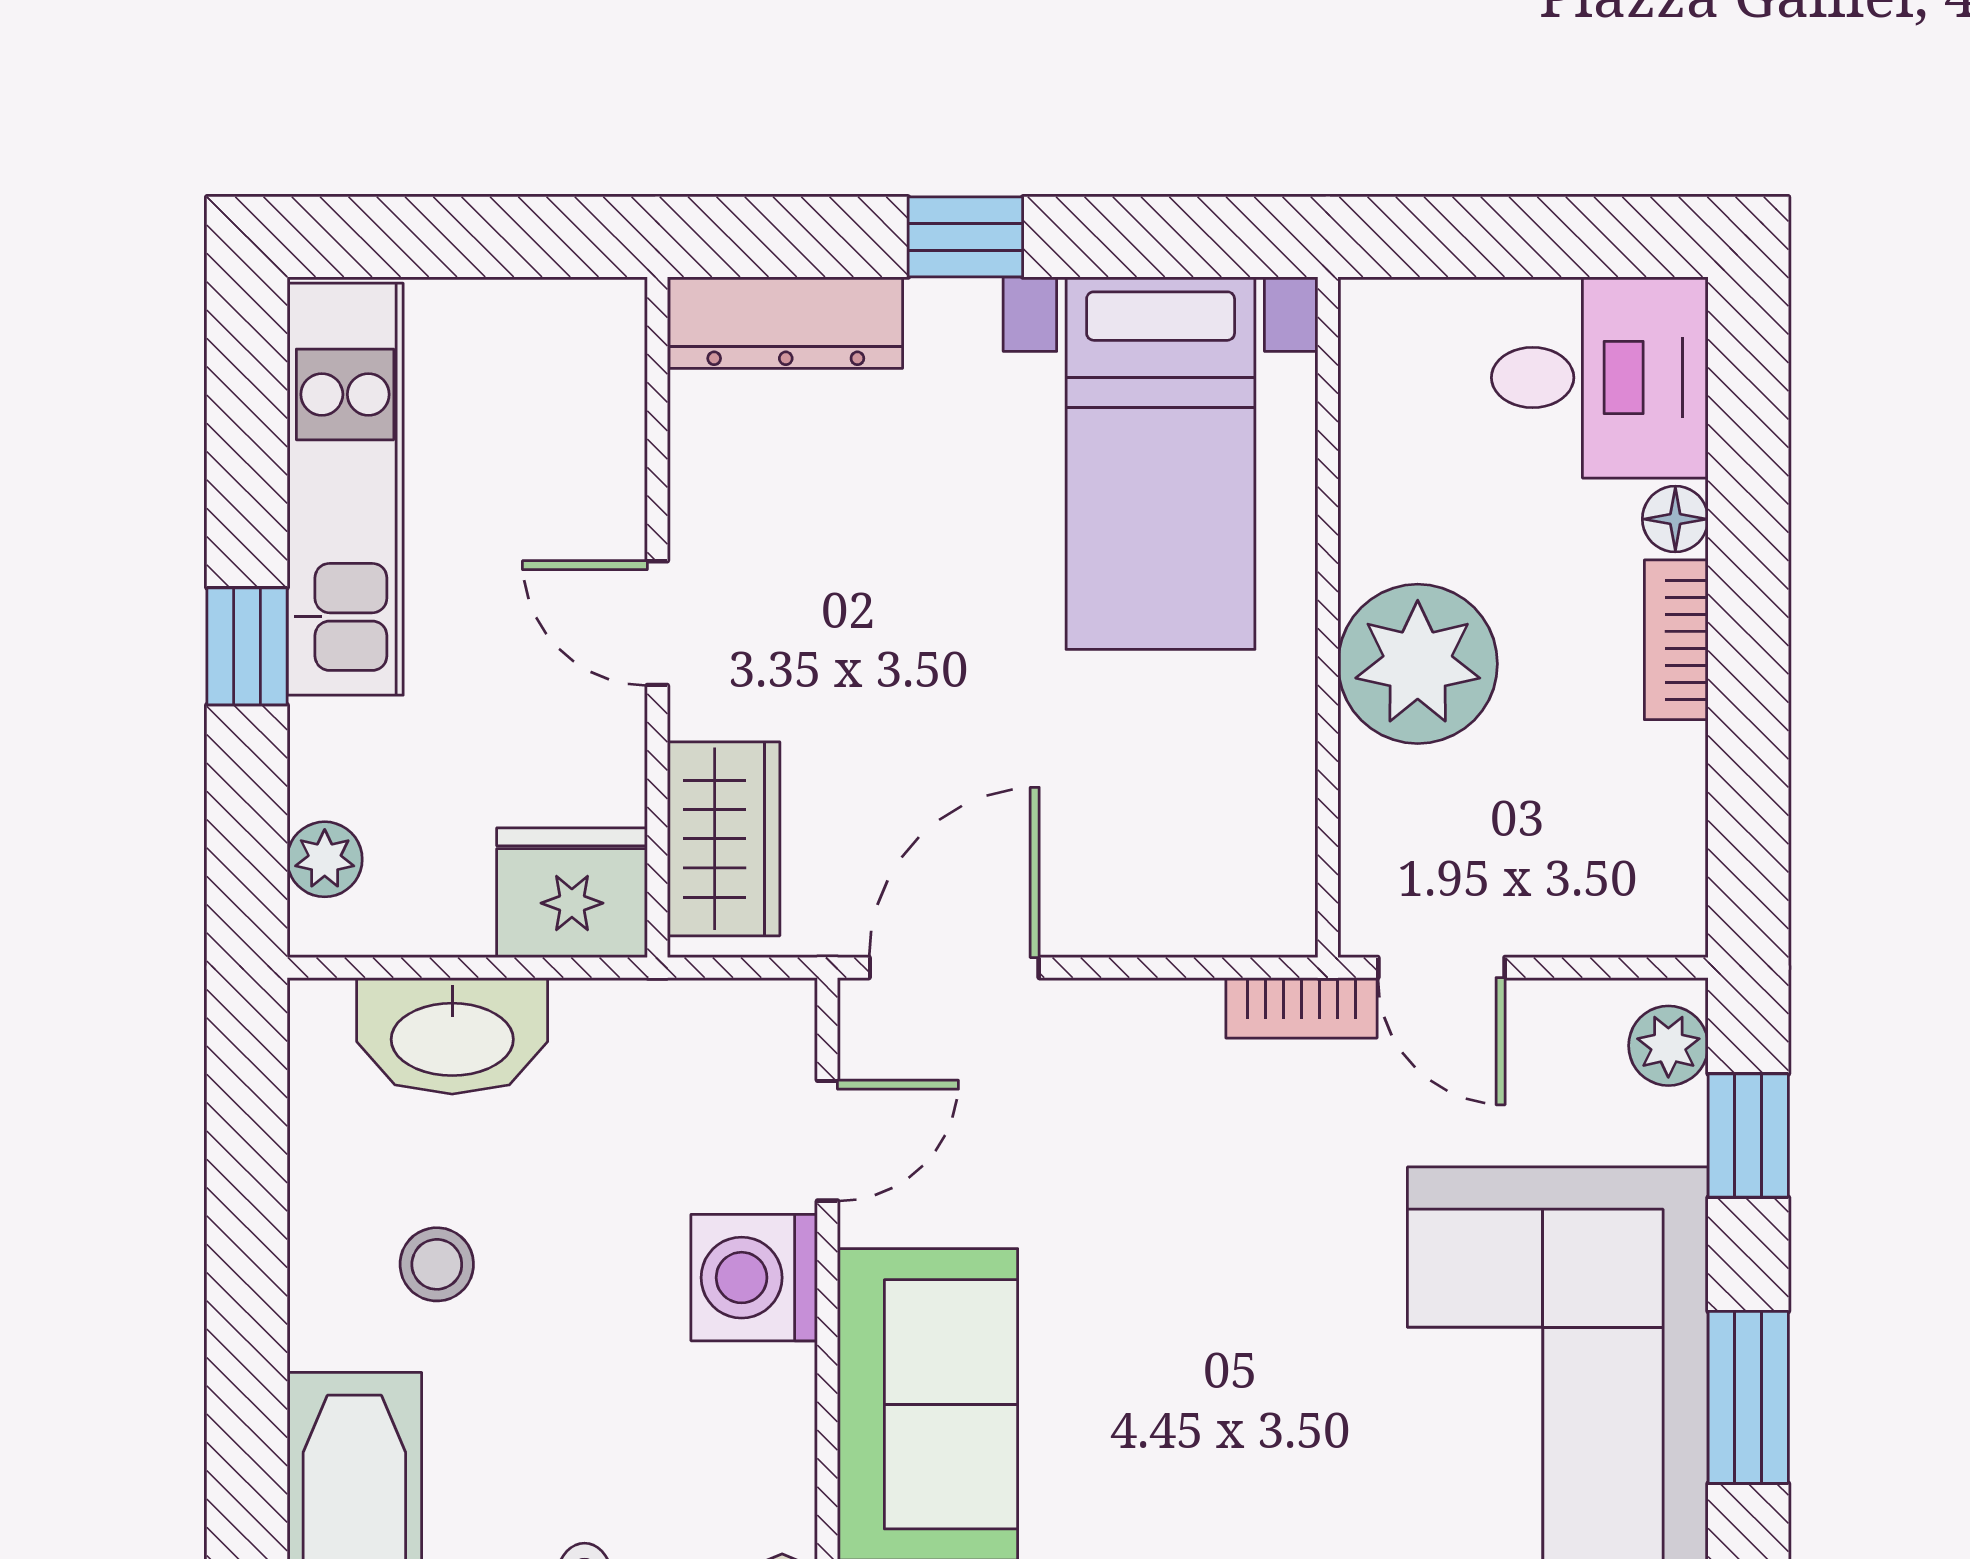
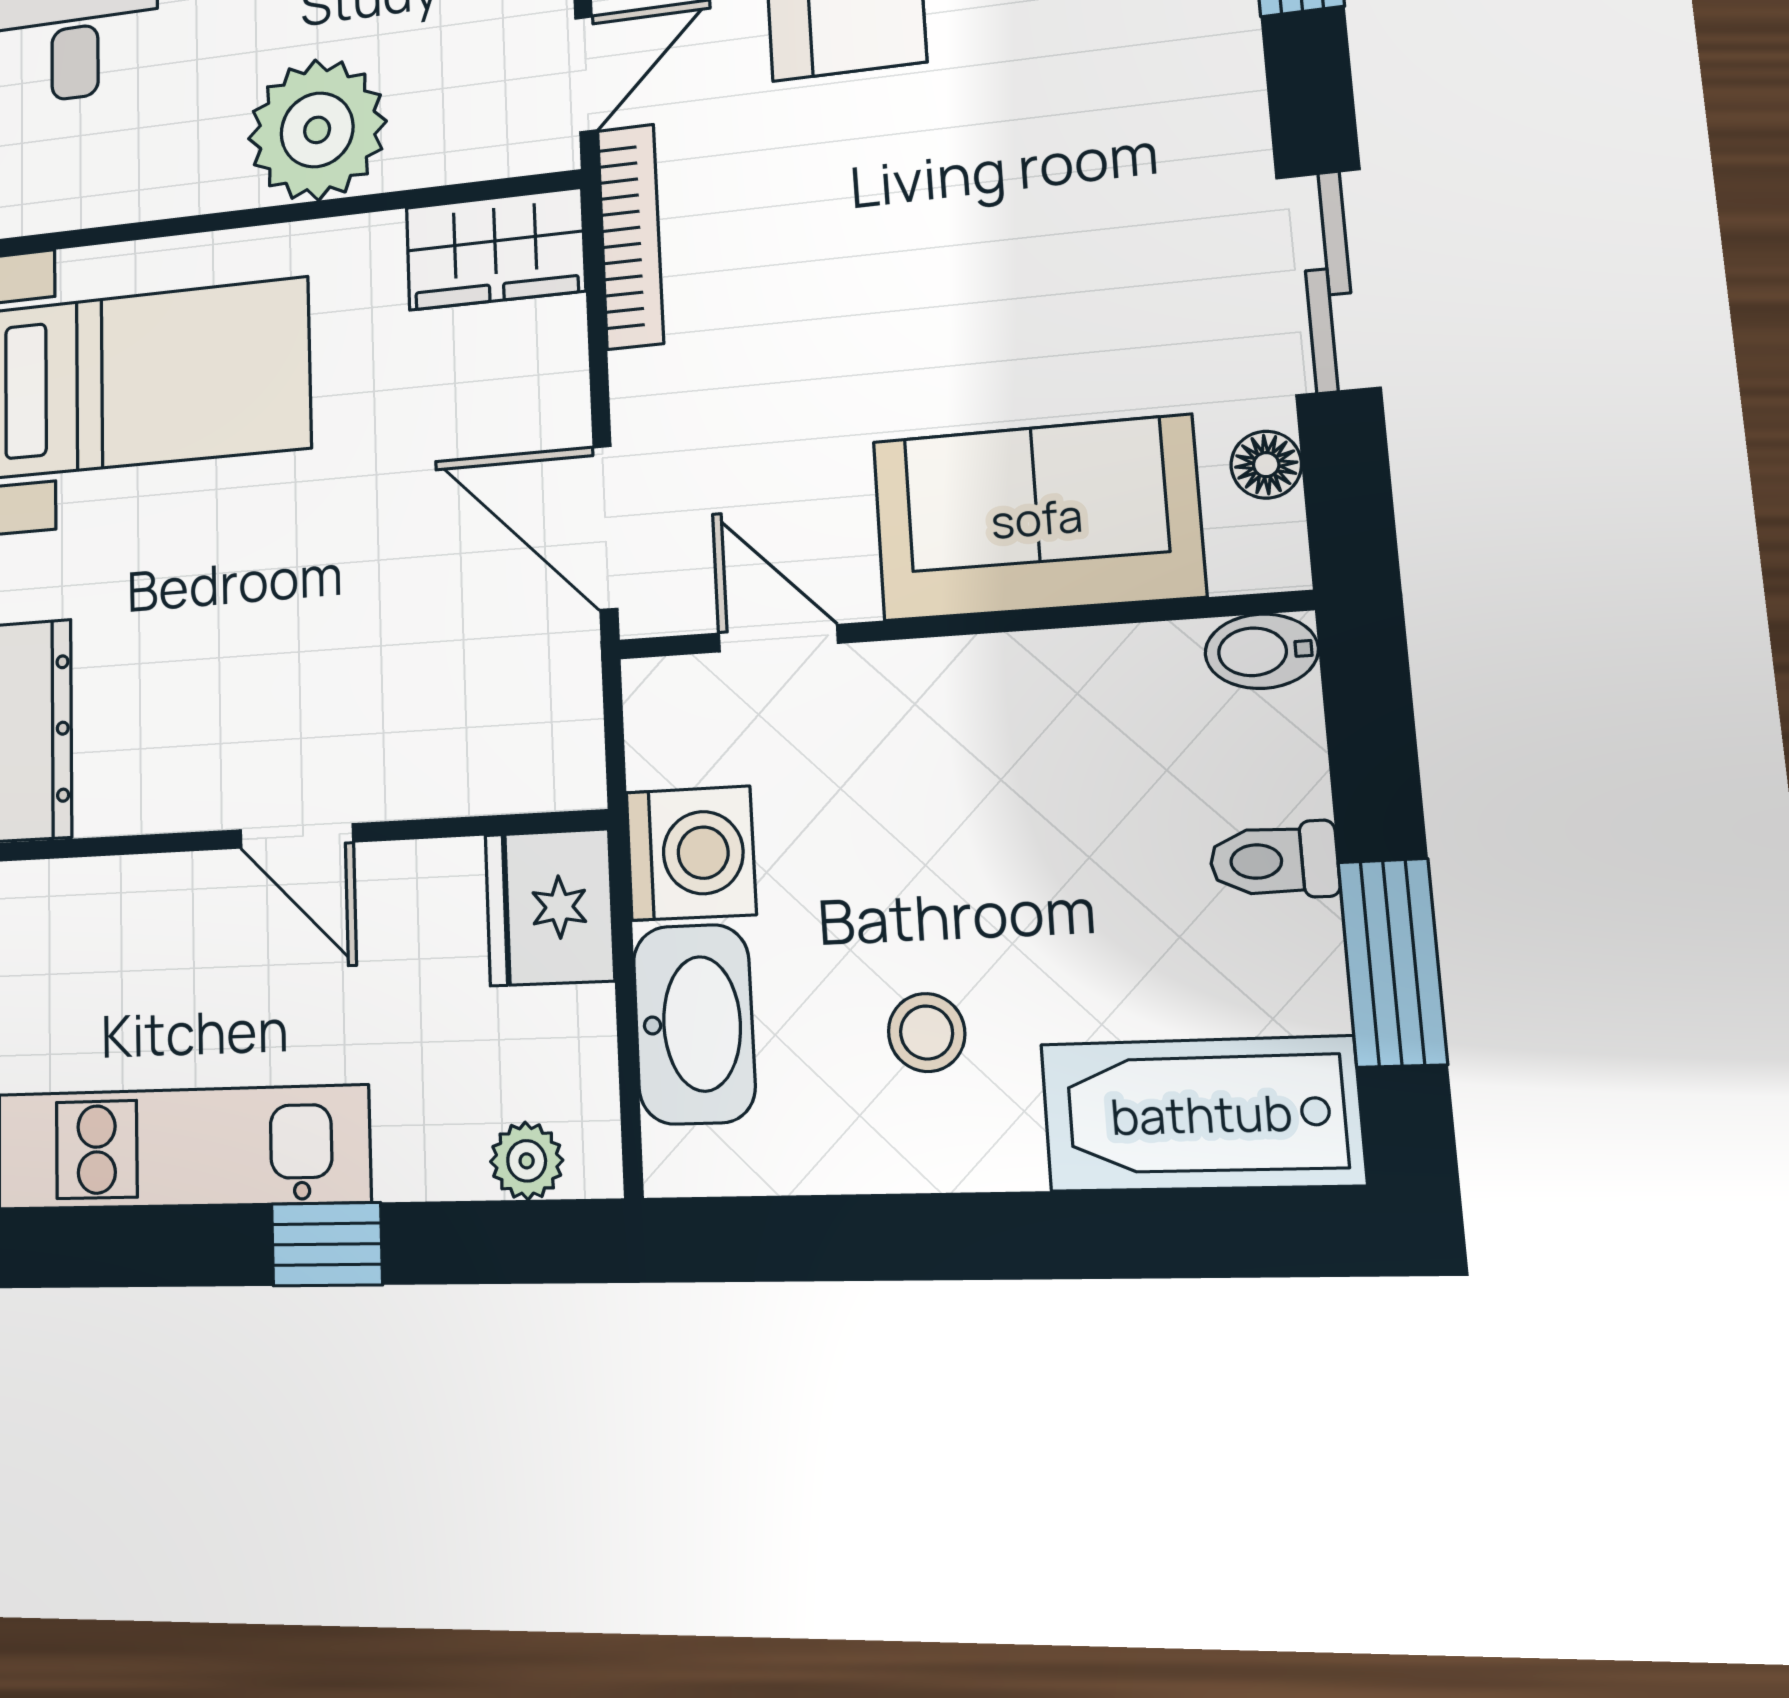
door: (657, 623) -> (297, 836), hinge flipped
wardrobe: (724, 839) -> (495, 249), moved, turned 180
bookcase: (1301, 1008) -> (630, 236), width x1.56
washing machine: (754, 1278) -> (691, 853), moved, turned -90

